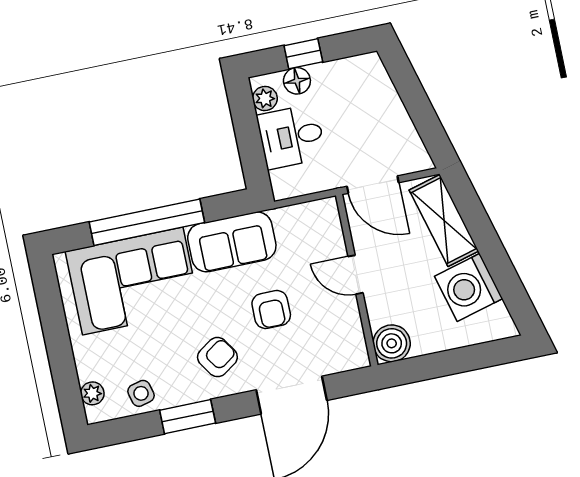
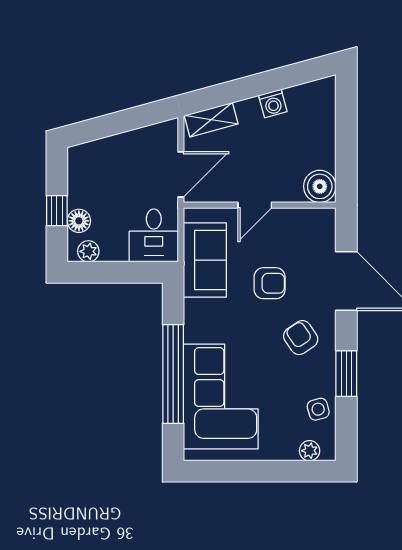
desk: (291, 137) -> (154, 235), moved
shelving: (444, 221) -> (211, 120), width x0.67, depth x0.75
sofa: (232, 242) -> (205, 260), moved
washing machine: (469, 287) -> (273, 103), width x0.53, depth x0.53

